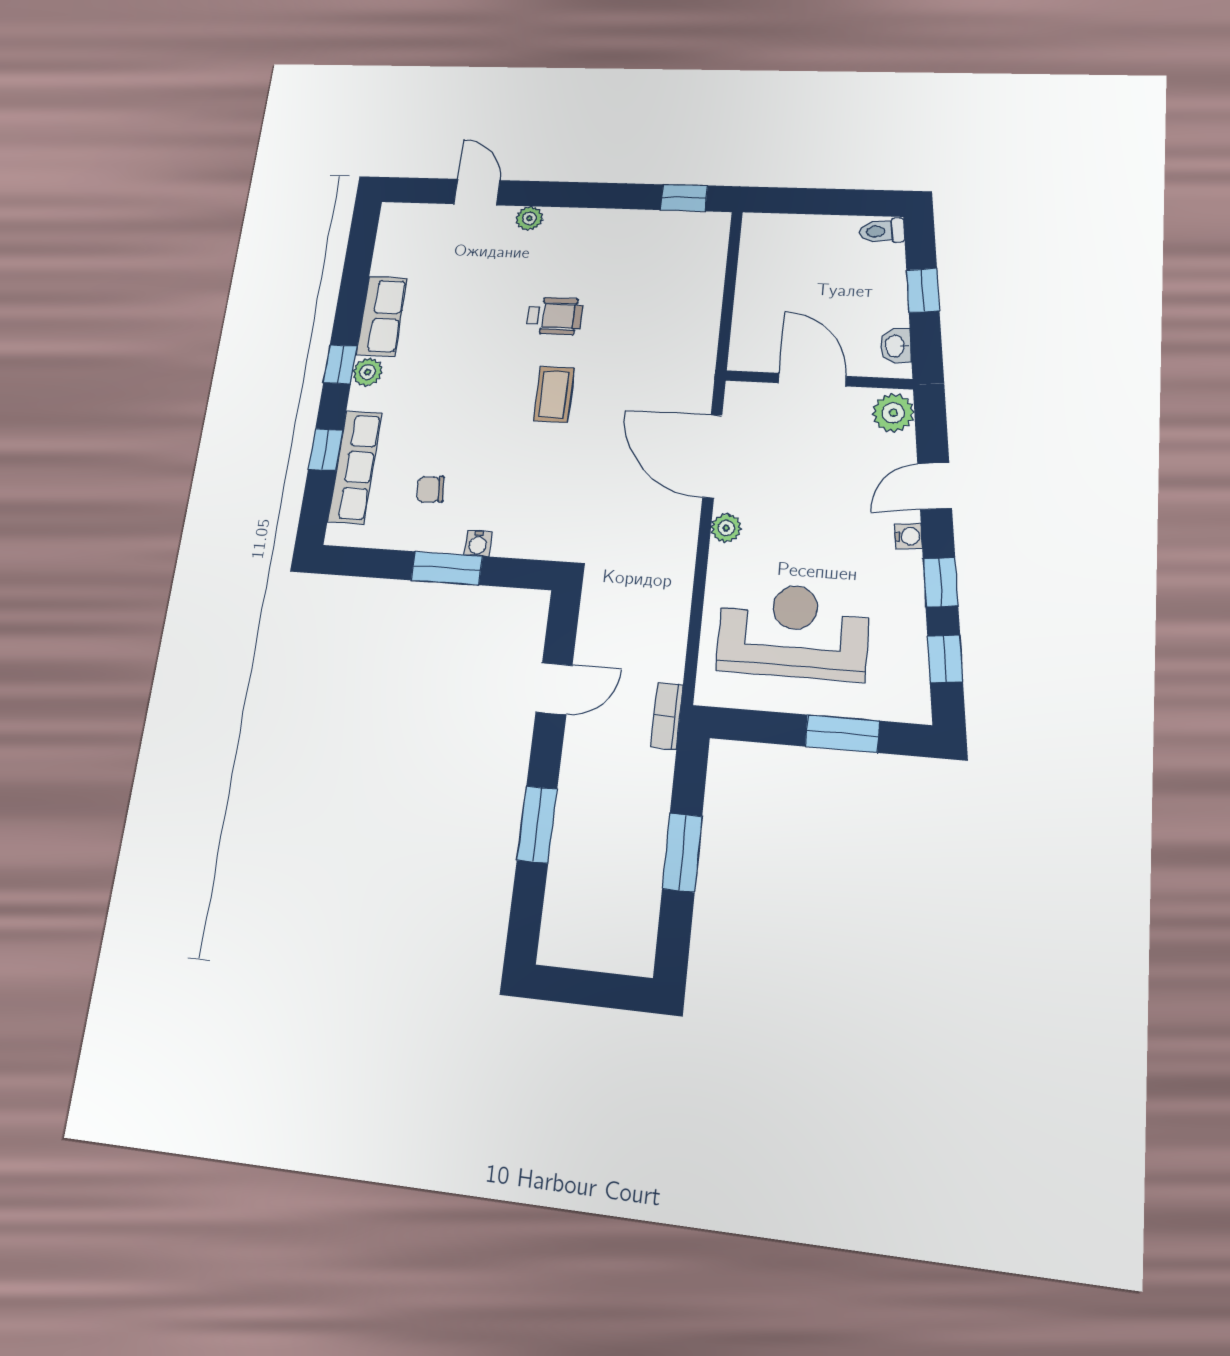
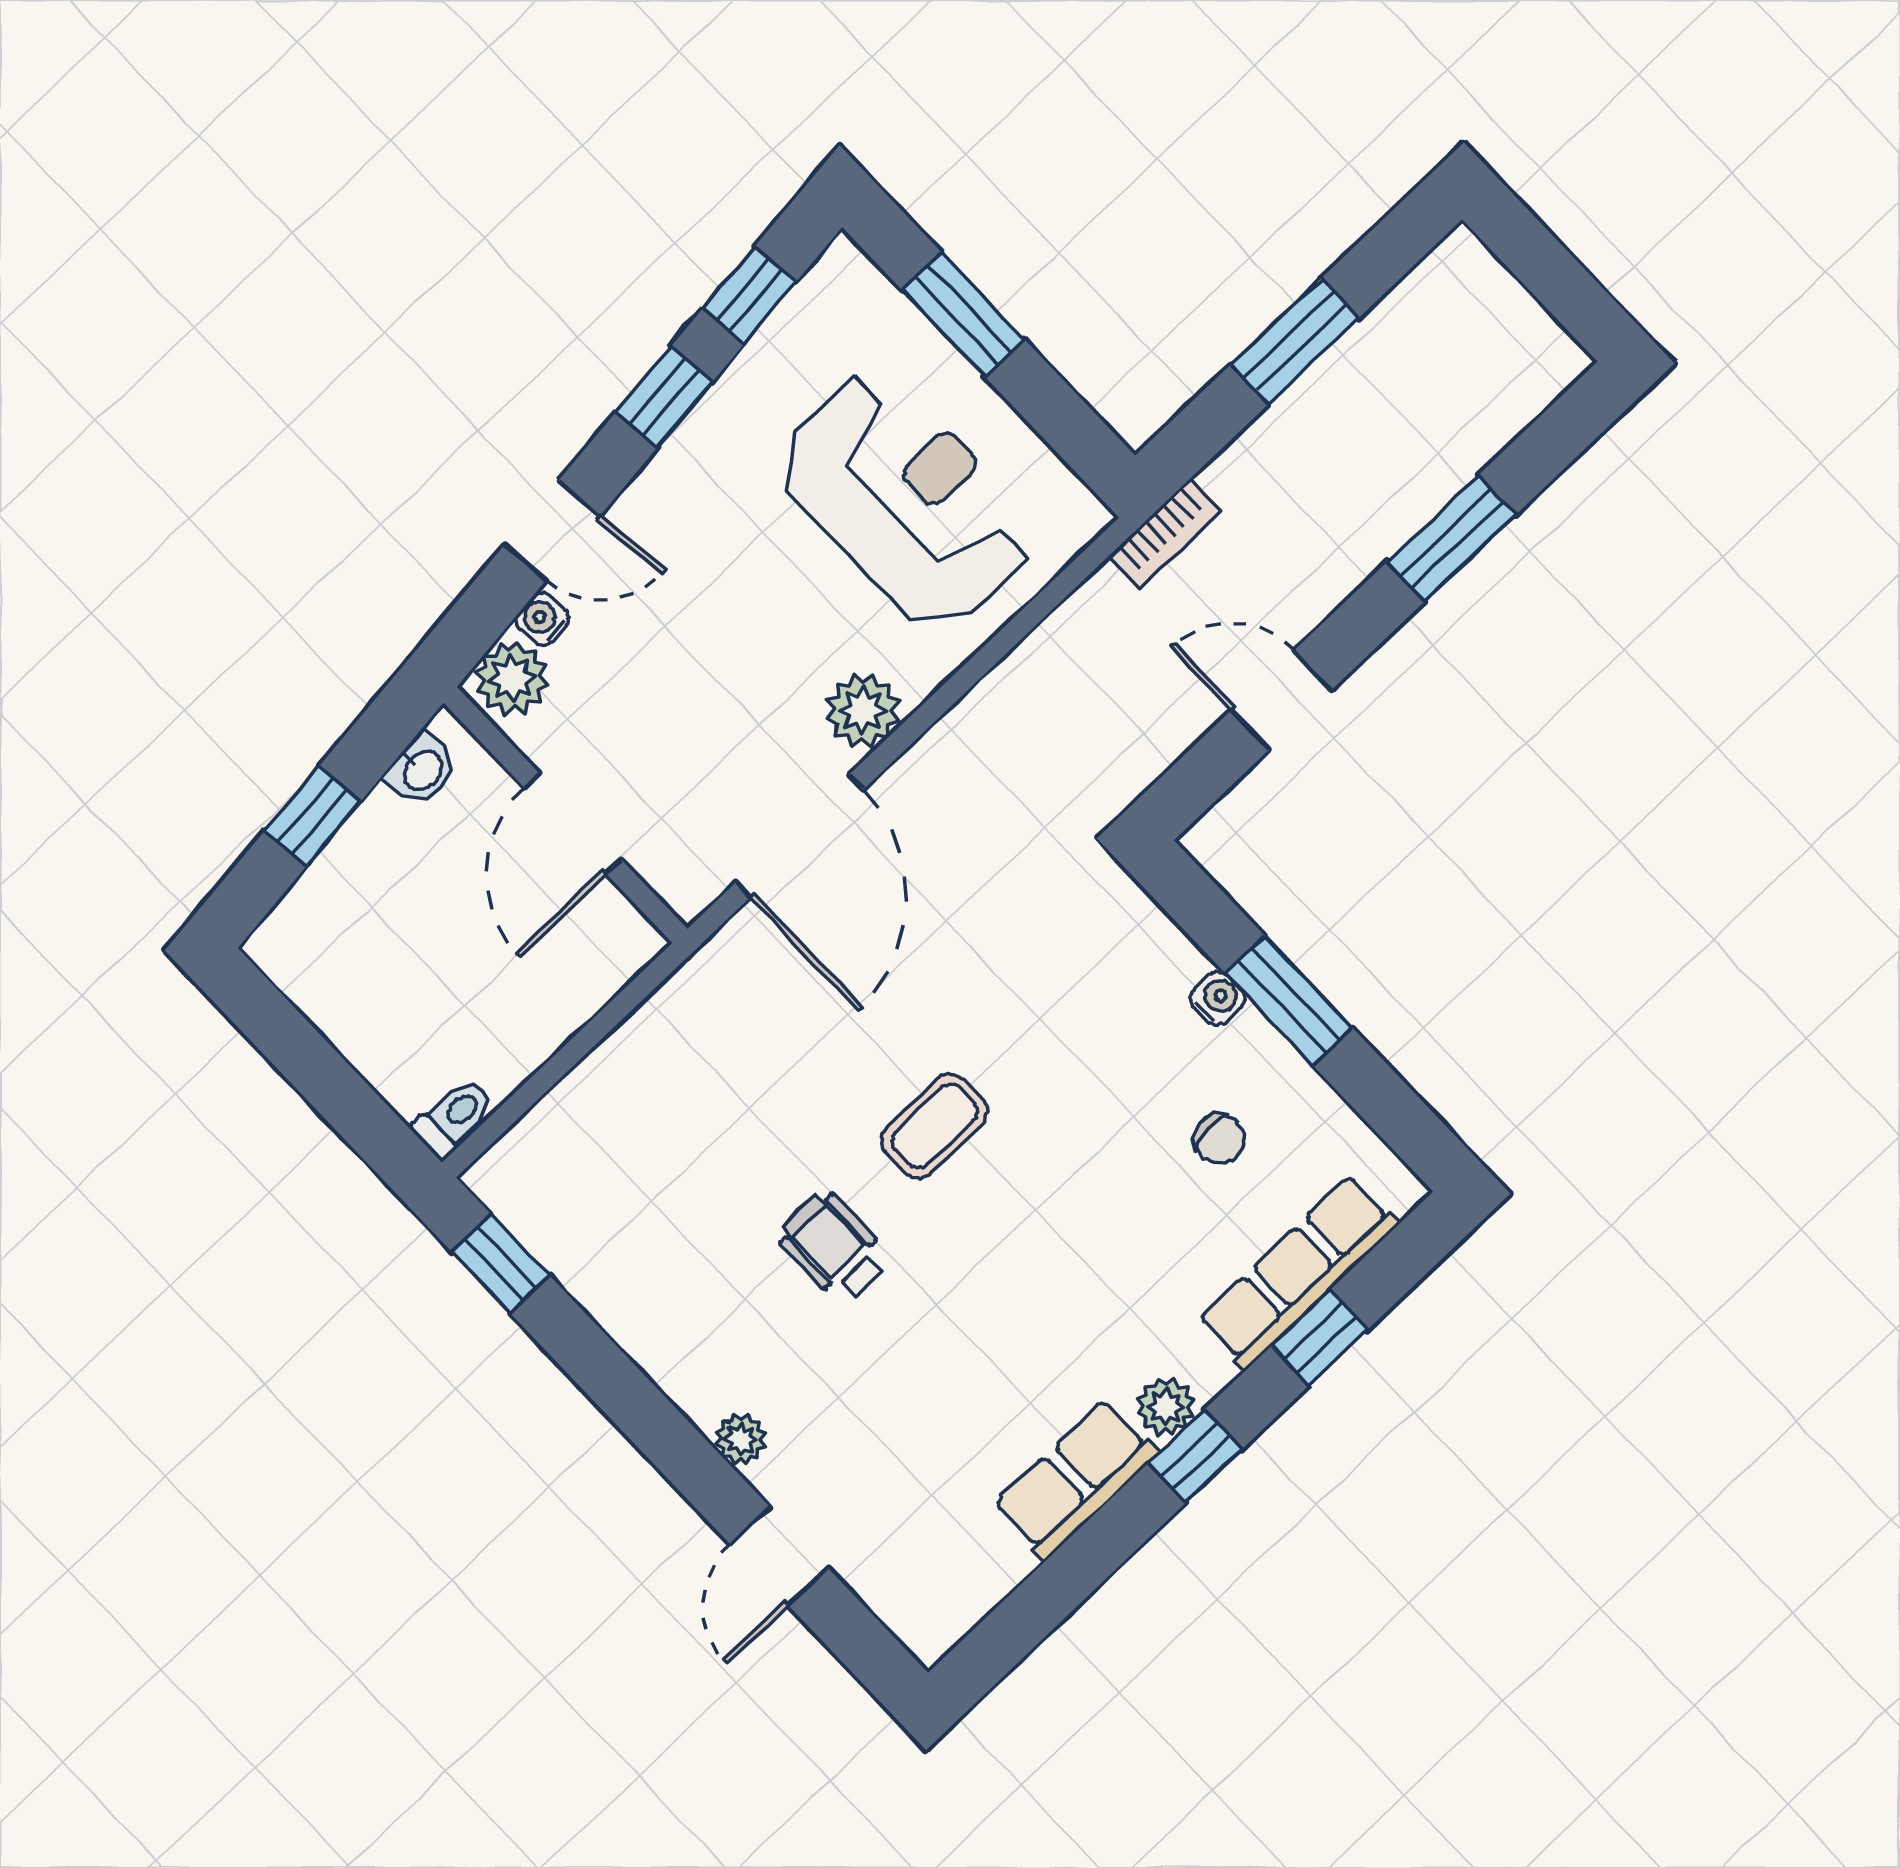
toilet: (882, 231) -> (454, 1117), moved, turned -84
plant: (726, 528) -> (863, 711), width x1.38, depth x1.38
water cooler: (908, 536) -> (542, 619), moved
reception desk: (793, 631) -> (906, 501), turned 180

